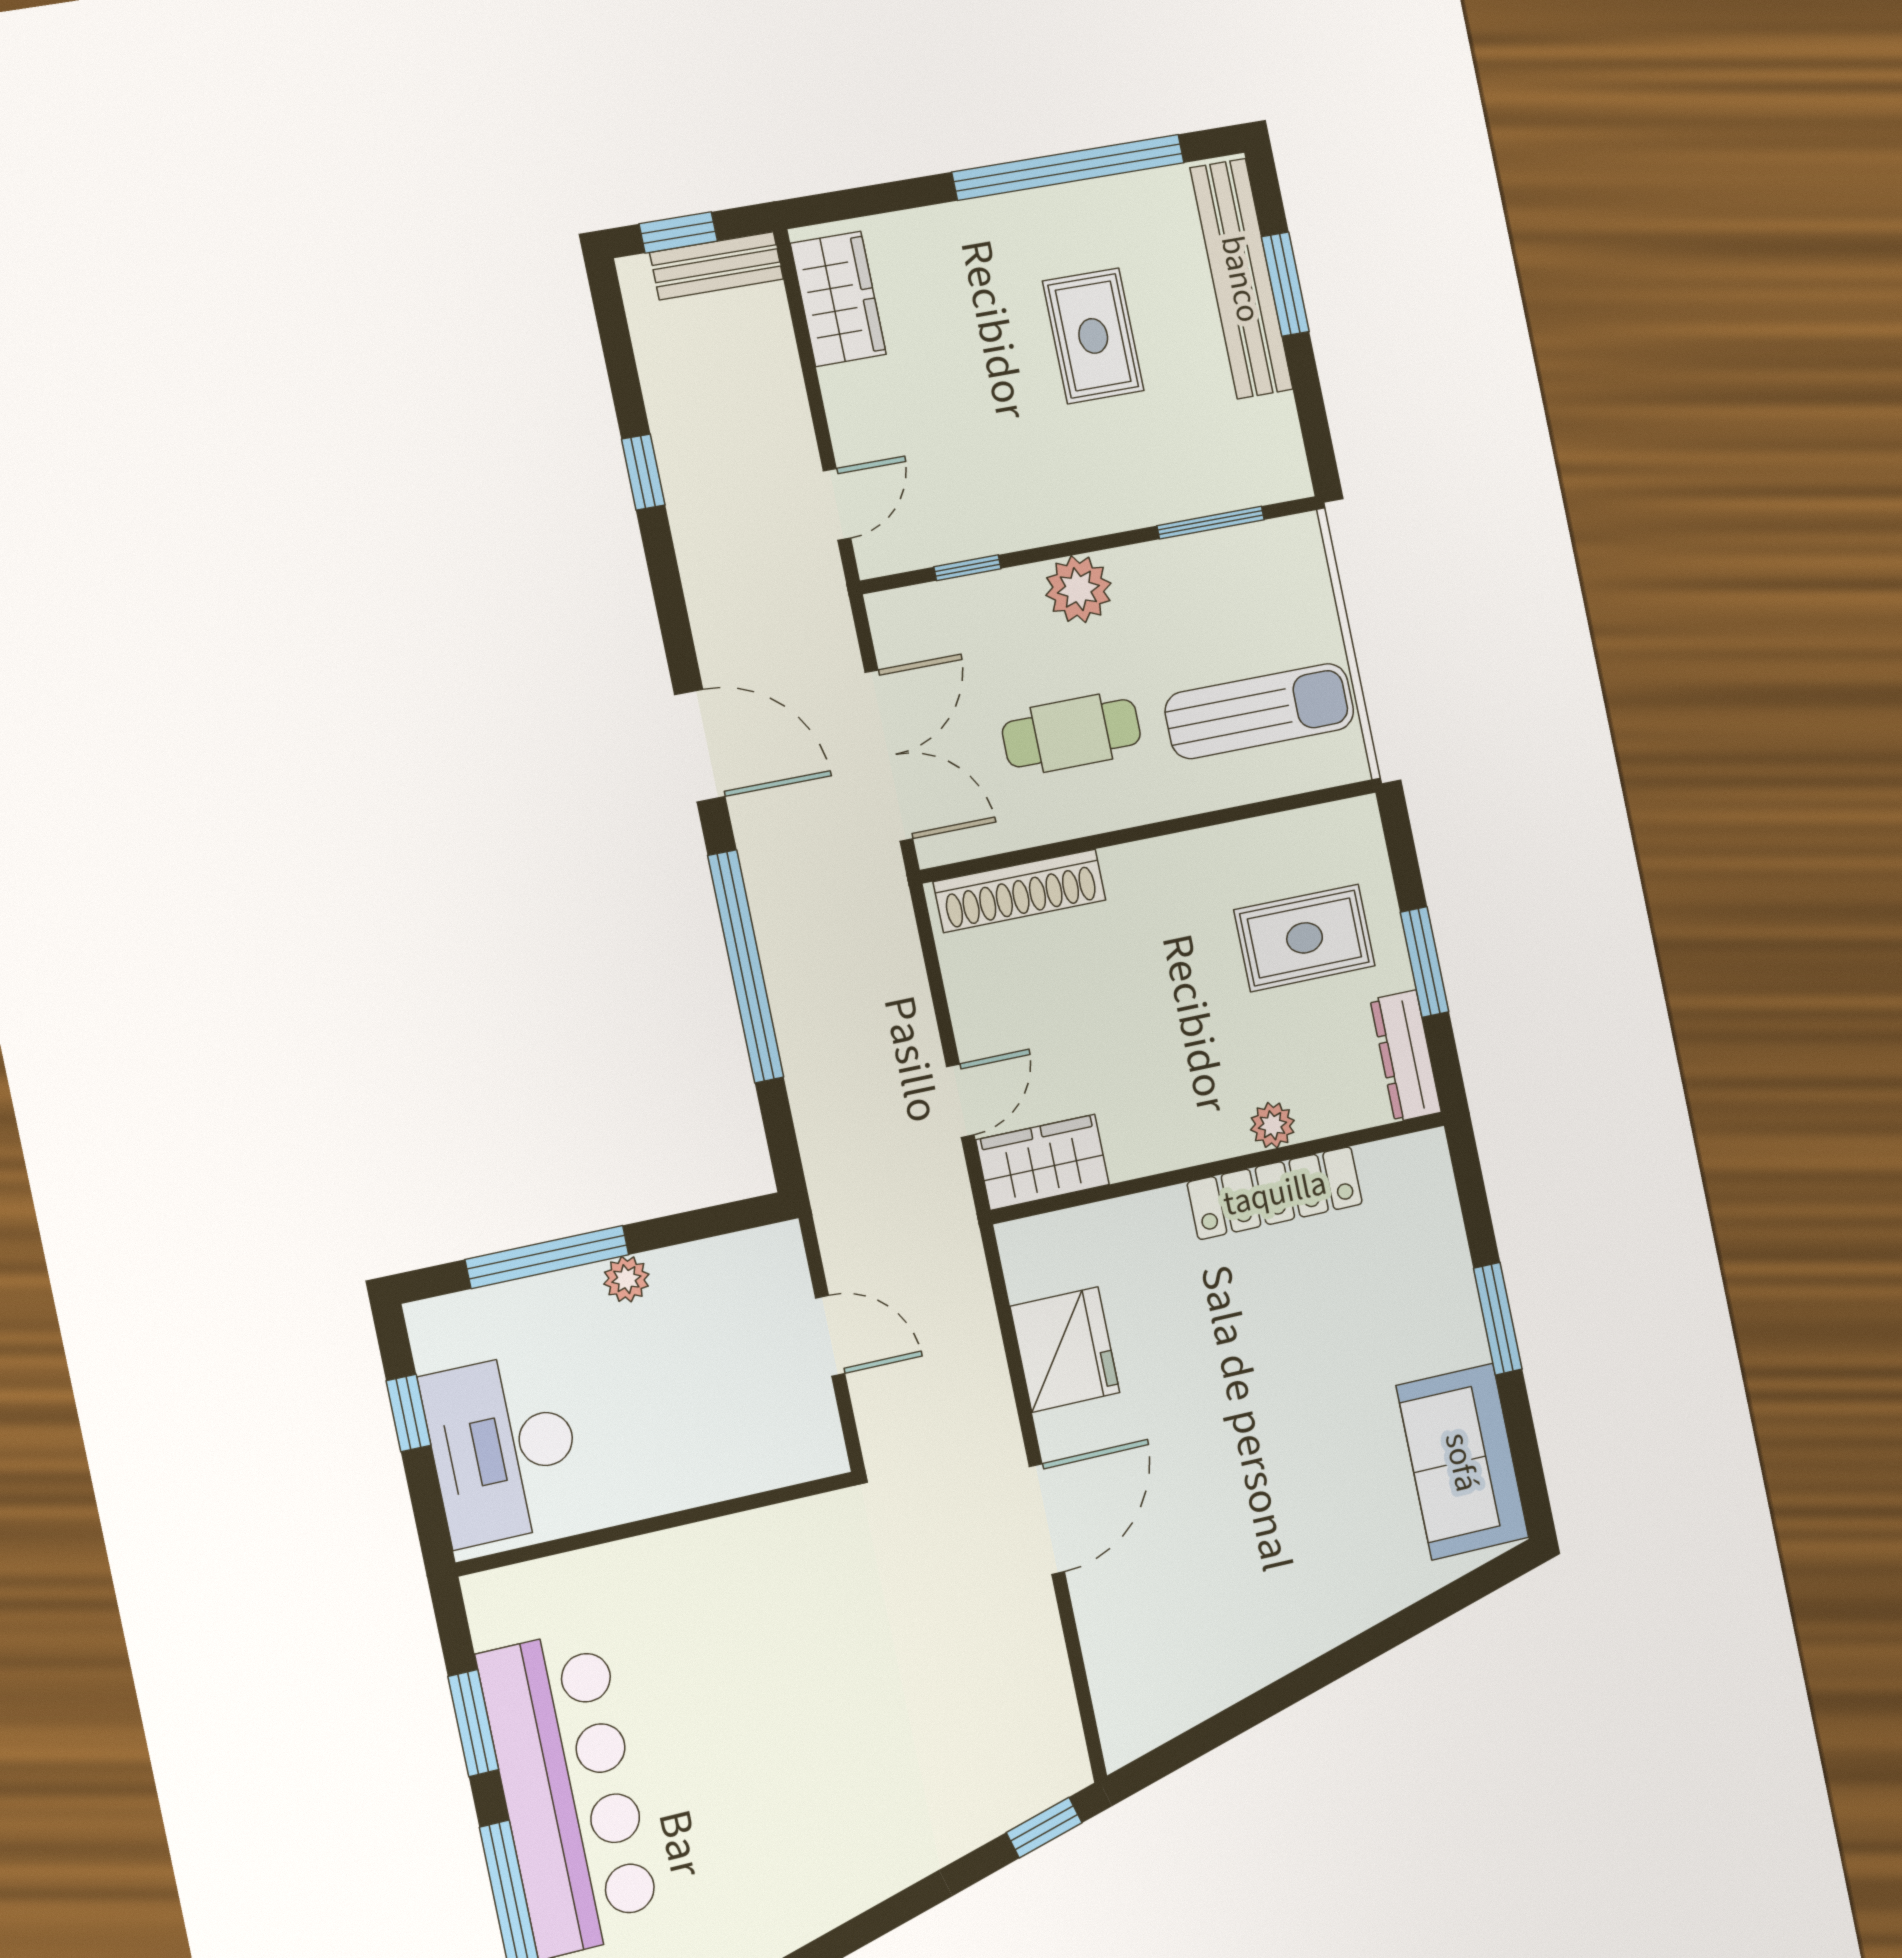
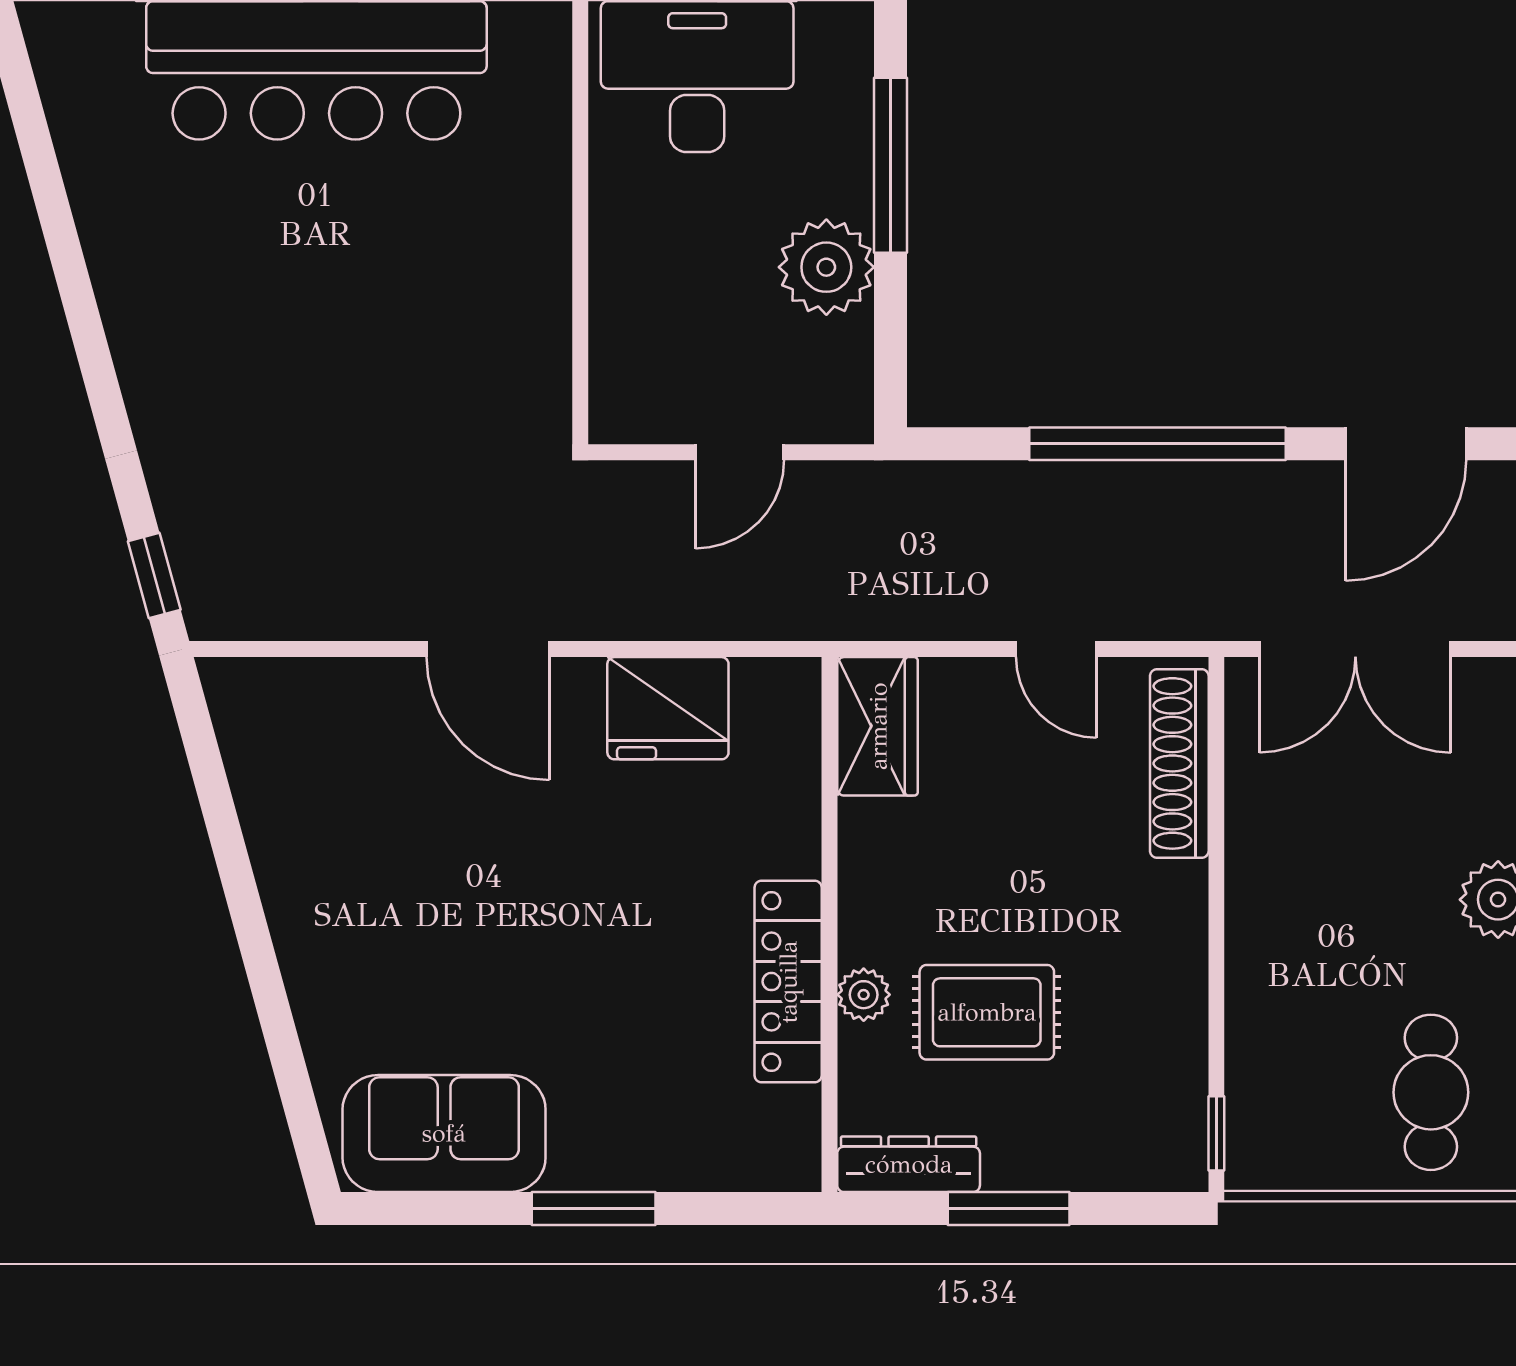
sun lounger: (1260, 711) -> (1325, 1078), removed
cafe table: (1072, 733) -> (1431, 1092), moved
window: (1325, 796) -> (1216, 1133), added
rug: (1305, 938) -> (987, 1012), moved, turned 90
door: (960, 1101) -> (1056, 649), moved
plant: (626, 1279) -> (826, 267), width x1.87, depth x1.87

